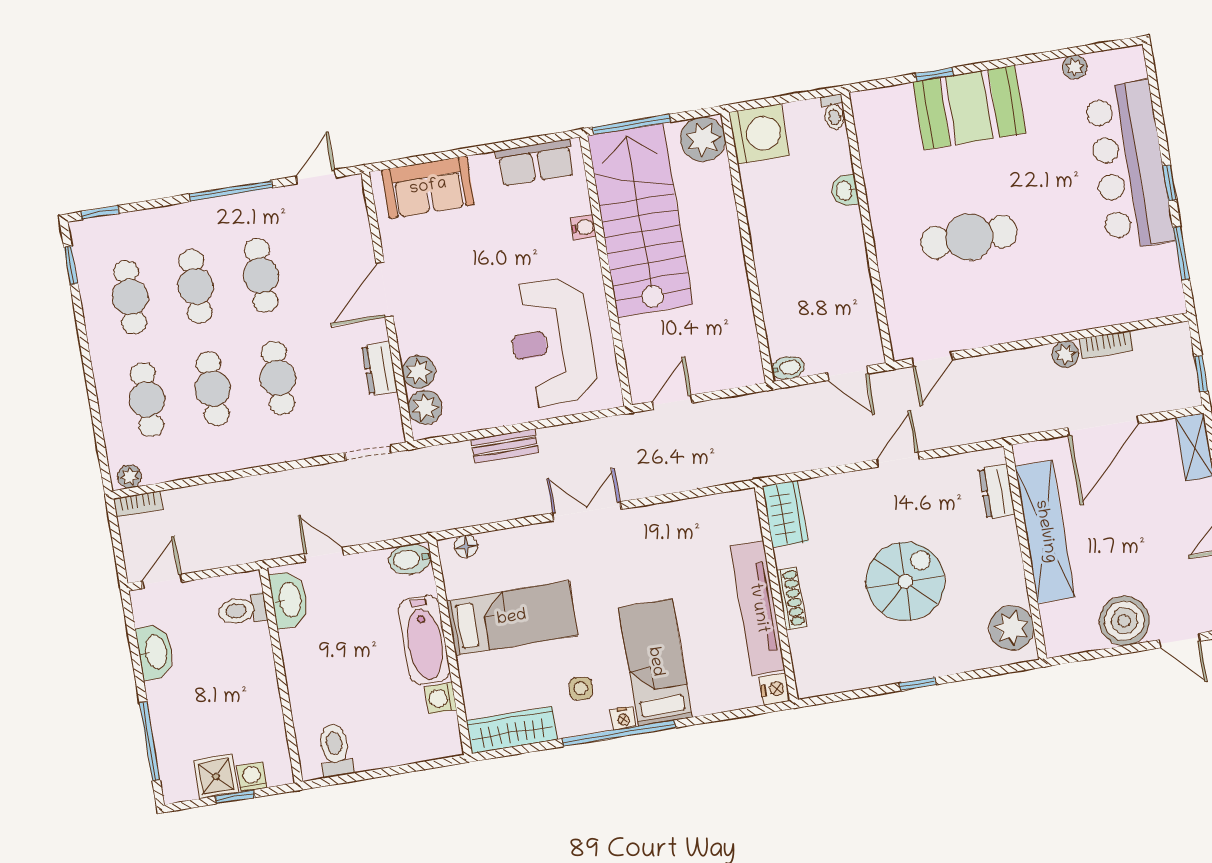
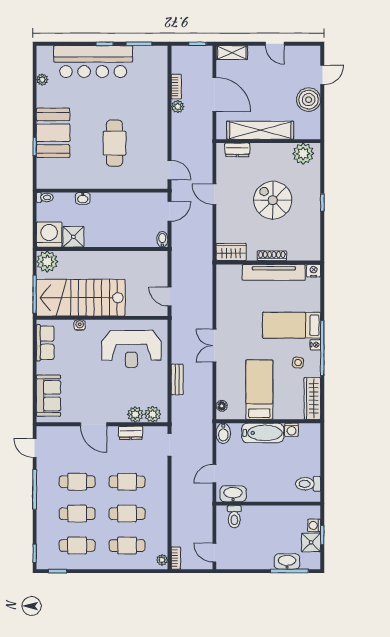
shower: (763, 185) -> (73, 237), added
washbasin: (155, 652) -> (287, 561), moved

